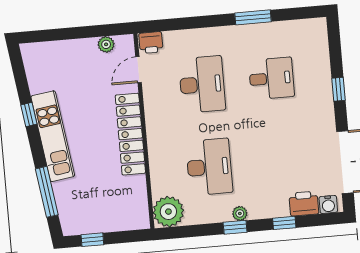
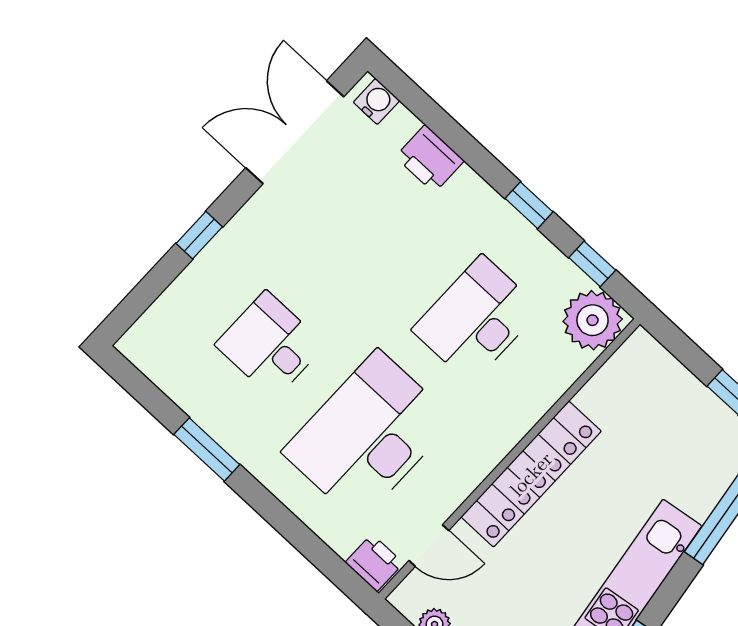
desk: (202, 84) -> (368, 436), width x1.36, depth x1.30
printer: (304, 204) -> (430, 159), moved
plant: (240, 213) -> (503, 216), removed
window: (284, 223) -> (592, 264), moved

